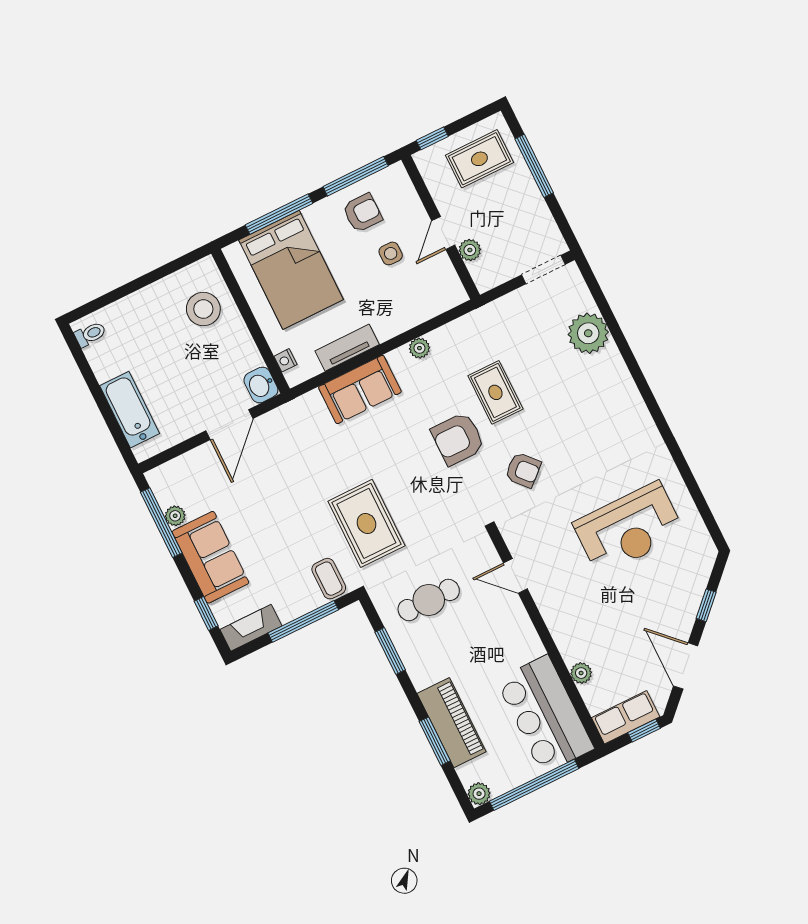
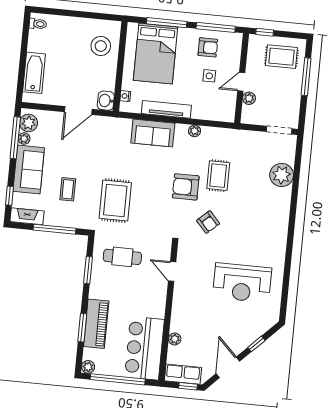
tv unit: (347, 348) -> (166, 109), width x1.41
plant: (168, 489) -> (29, 123), added
coffee table: (329, 579) -> (68, 189), moved

